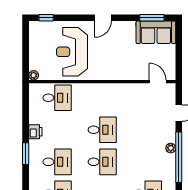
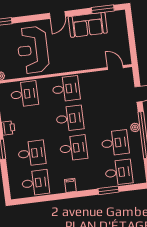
sofa: (156, 32) -> (88, 25), moved
desk: (102, 98) -> (66, 89), added
desk: (147, 162) -> (115, 143), added

